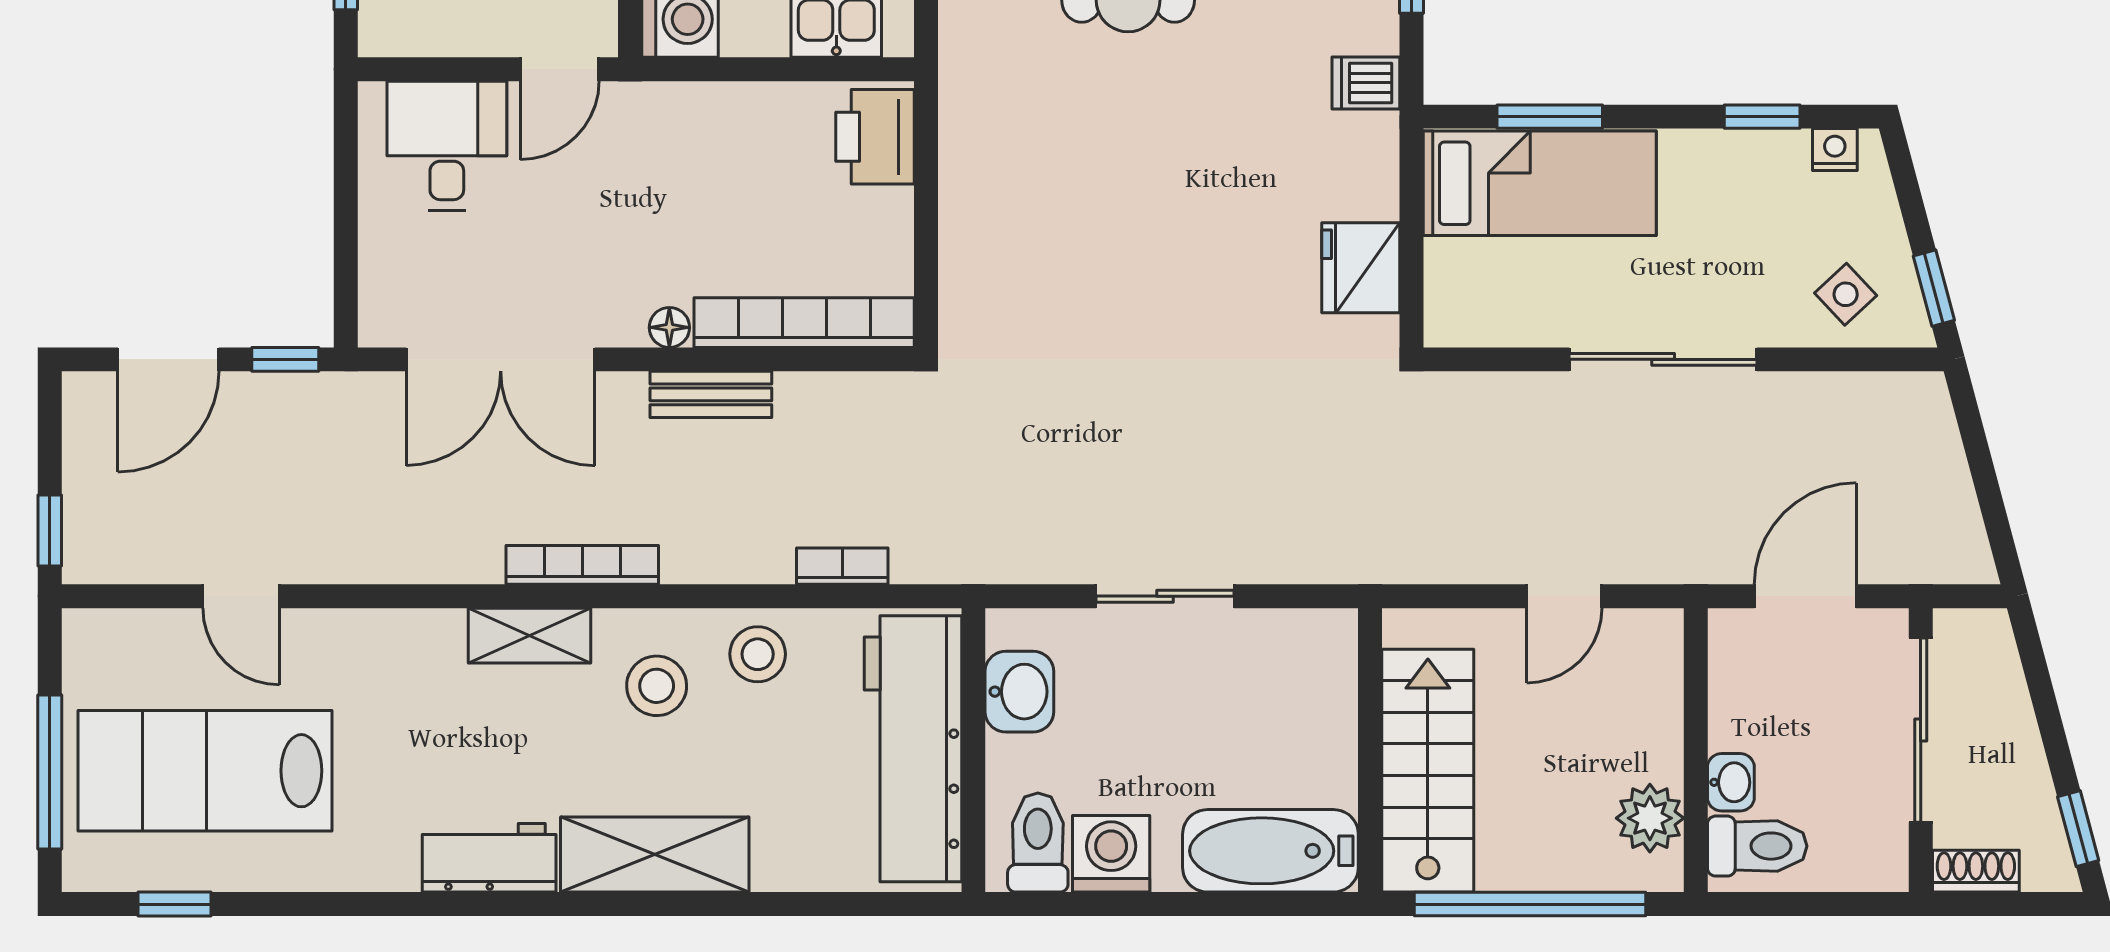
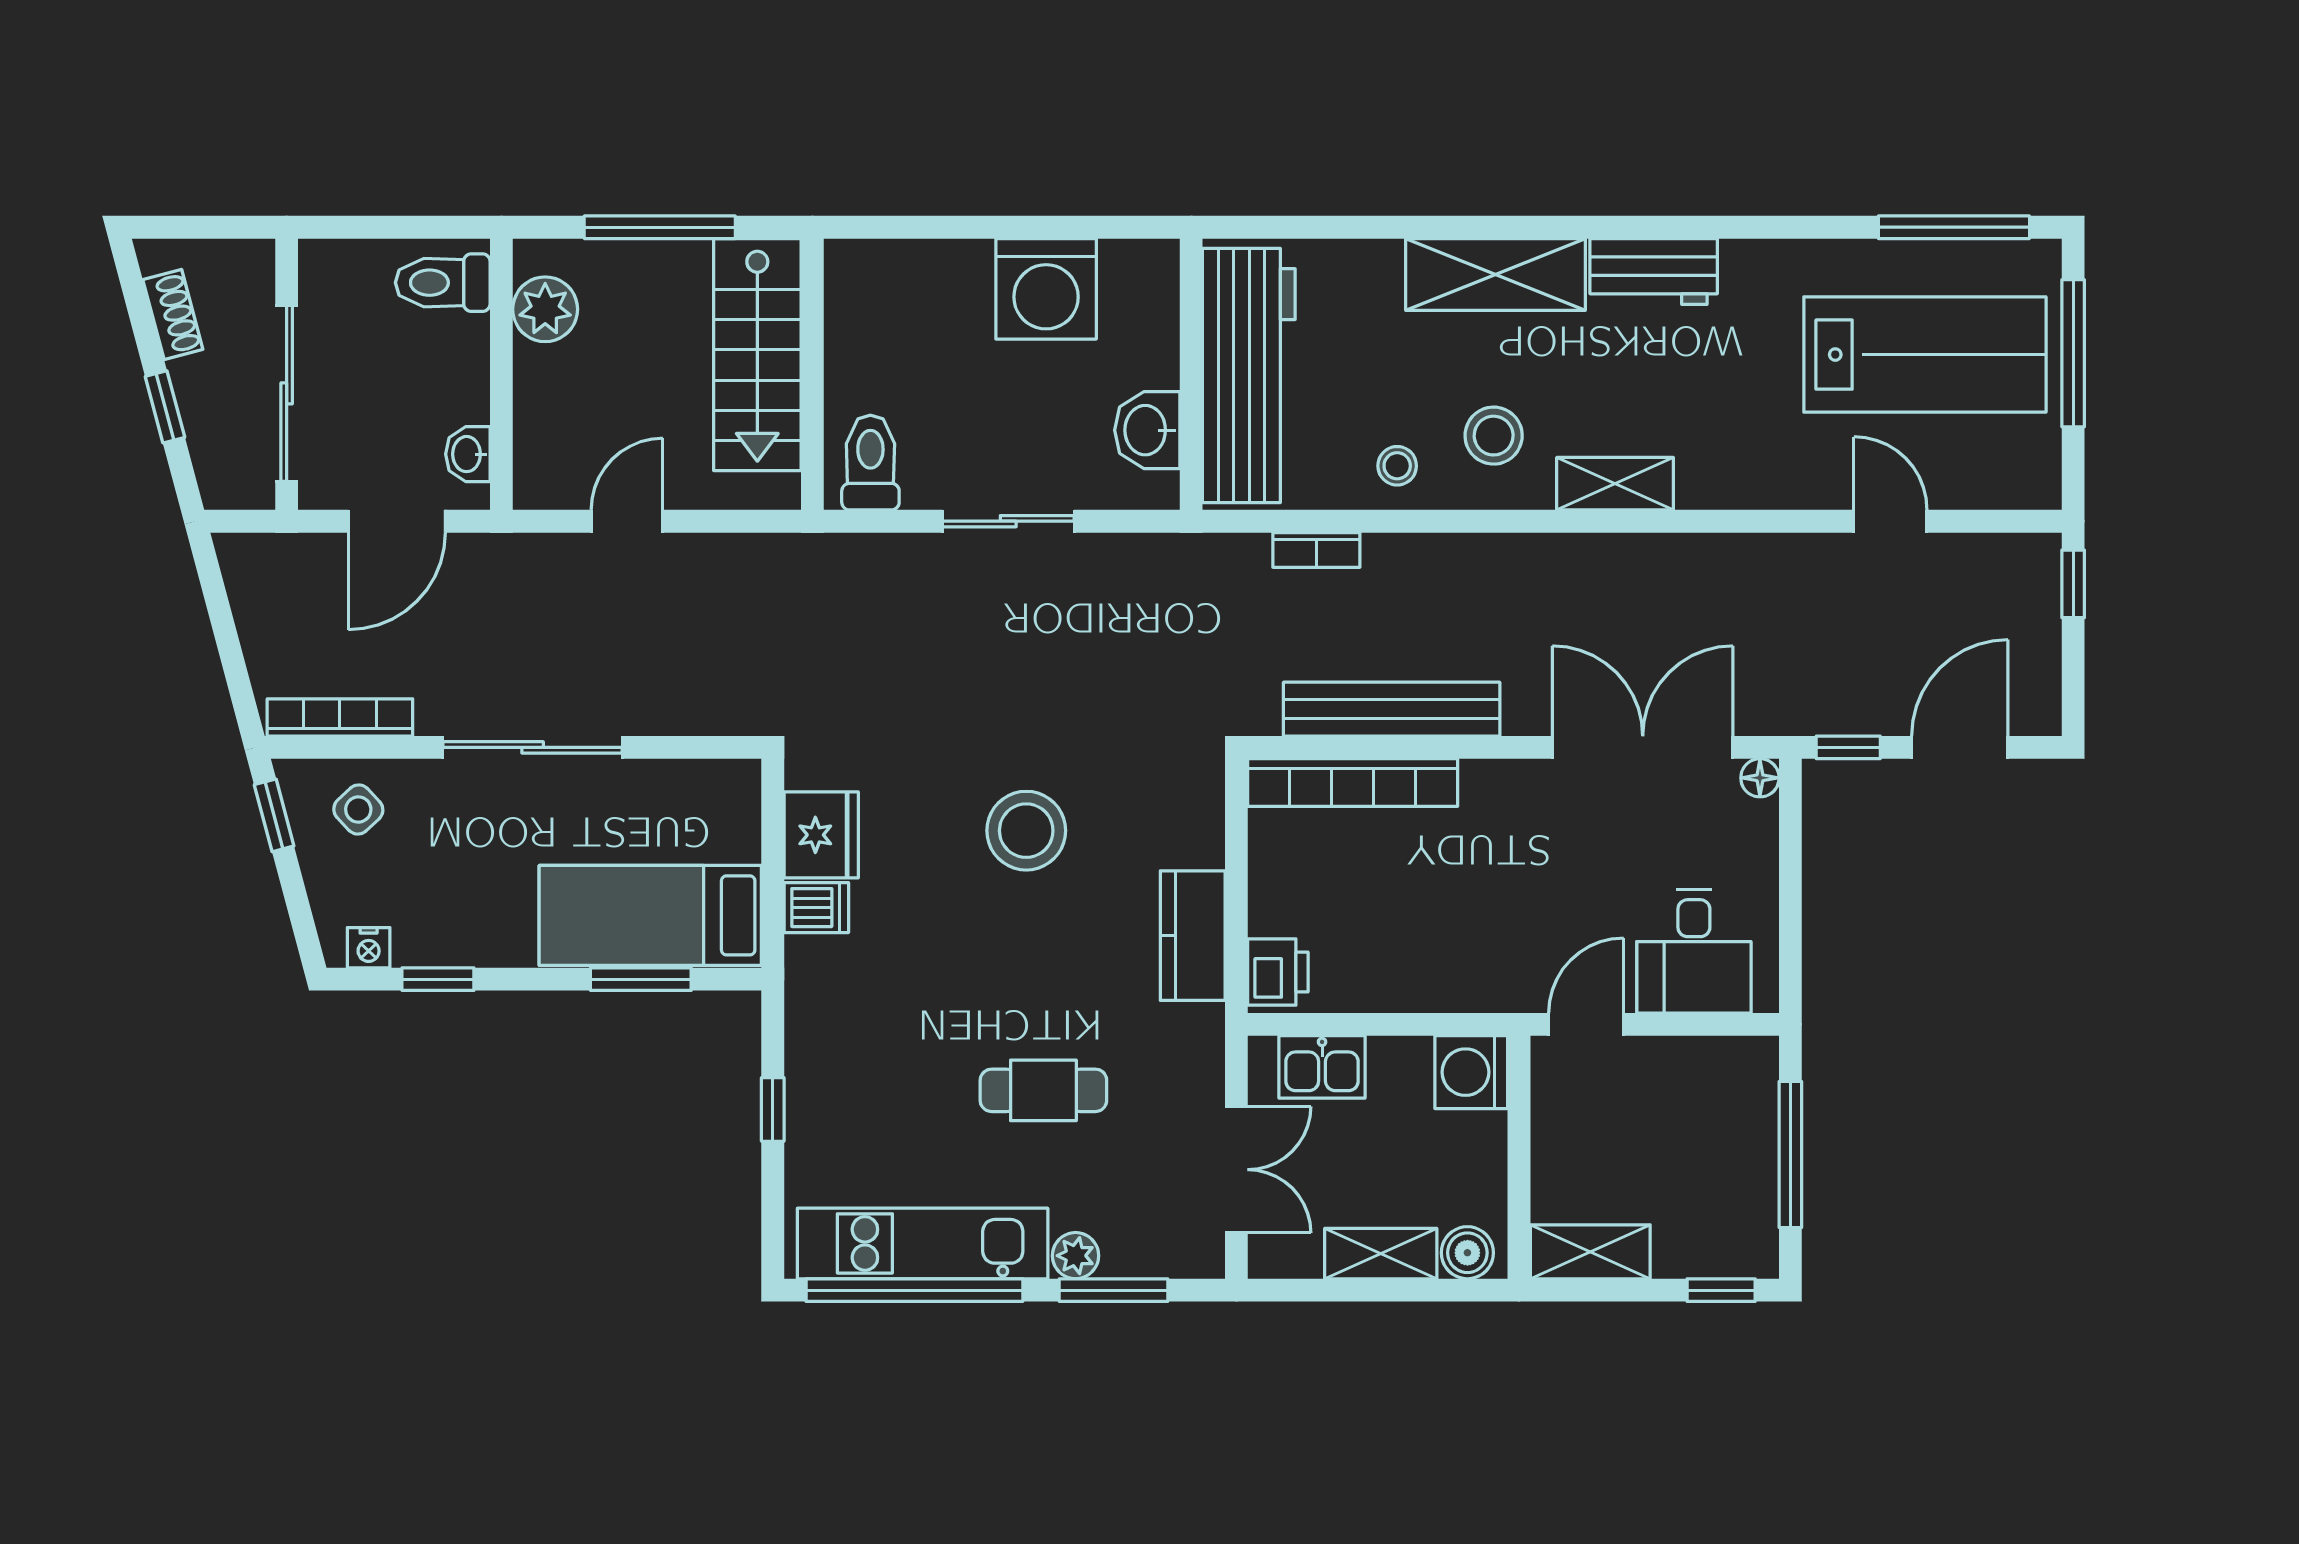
dishwasher: (1366, 83) -> (816, 908), moved
printer: (875, 137) -> (1278, 972), width x0.73, depth x0.81
kitchen counter: (972, 162) -> (1193, 936), added
stool: (1146, 272) -> (1026, 831), added
floor lamp: (669, 327) -> (1760, 778), moved
bench: (711, 394) -> (1392, 709), width x1.86, depth x1.21
bookcase: (582, 565) -> (340, 717), moved, turned 180
stool: (758, 654) -> (1397, 466), width x0.73, depth x0.73
washbasin: (1731, 782) -> (468, 454), moved
window: (2078, 829) -> (165, 407), moved
toilet: (1038, 843) -> (870, 463), moved, turned 180
bathtub: (1270, 851) -> (907, 278), removed
washing machine: (1111, 854) -> (1046, 289), width x1.37, depth x1.37
shoe rack: (1976, 871) -> (173, 315), moved, turned -105
window: (175, 904) -> (1954, 227), width x2.17
window: (1530, 904) -> (660, 227), width x0.68

